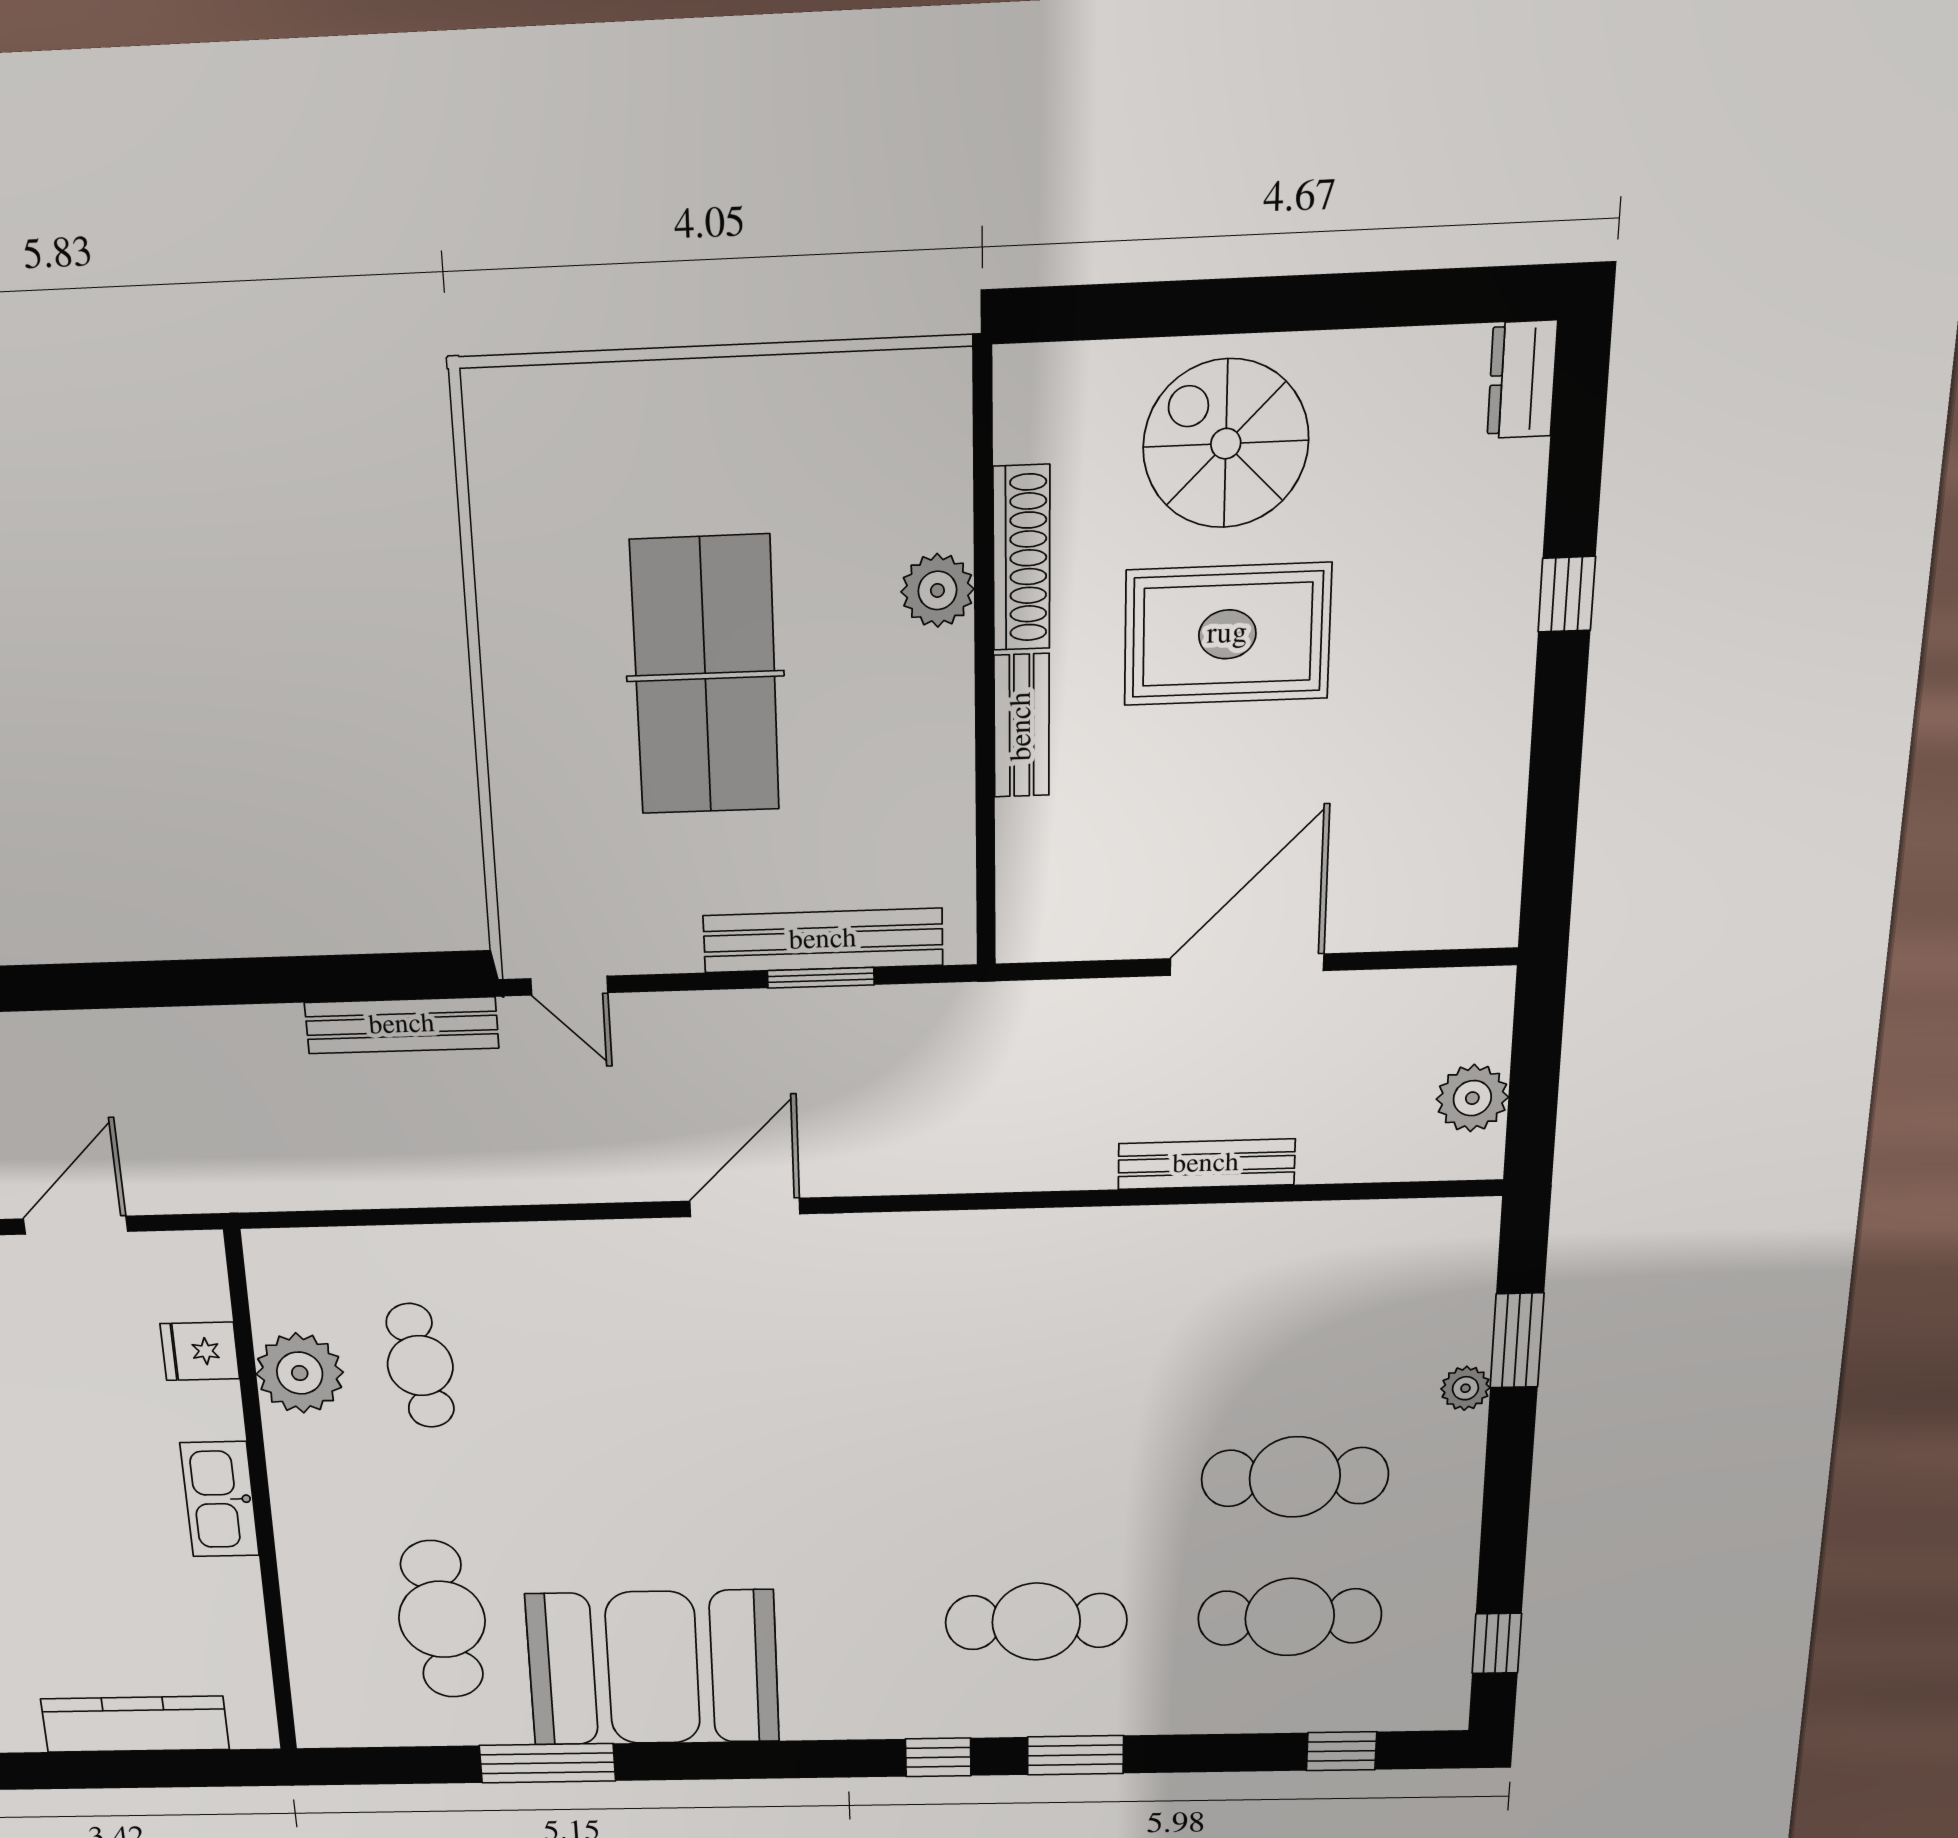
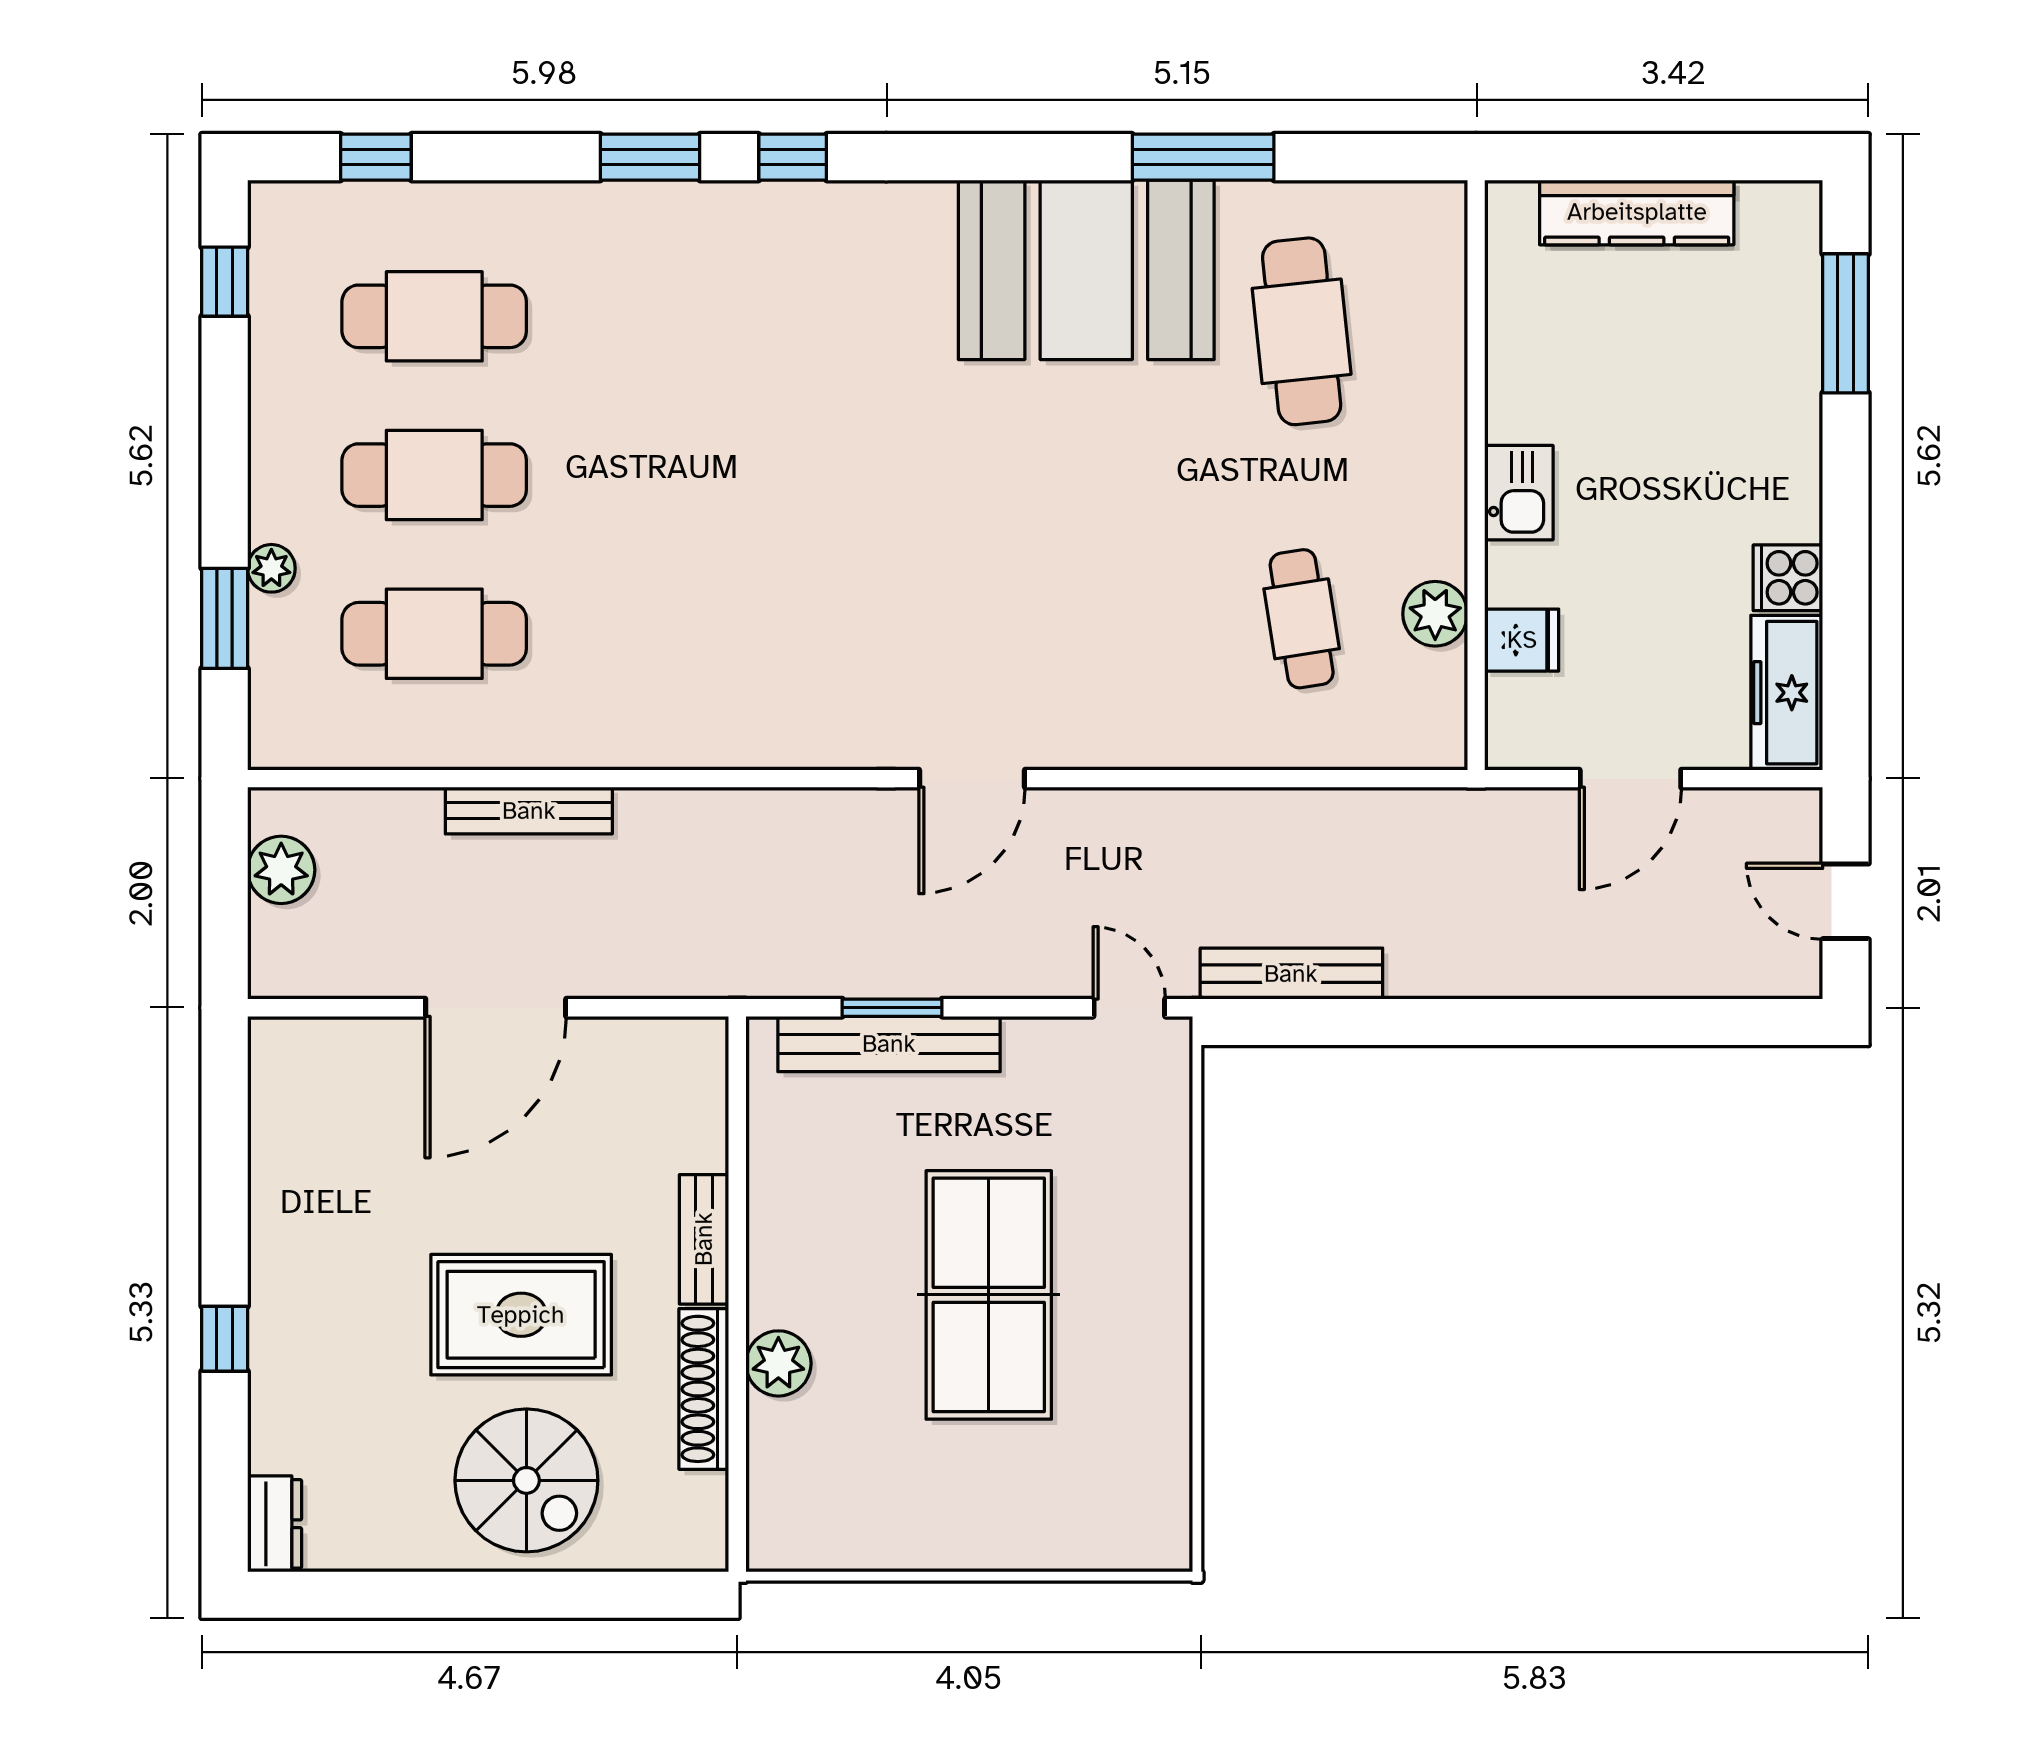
plant: (300, 1373) -> (1435, 614), width x0.73, depth x0.73
kitchen sink: (220, 1499) -> (1519, 493), width x0.73
cafe table: (1036, 1622) -> (434, 634), moved

